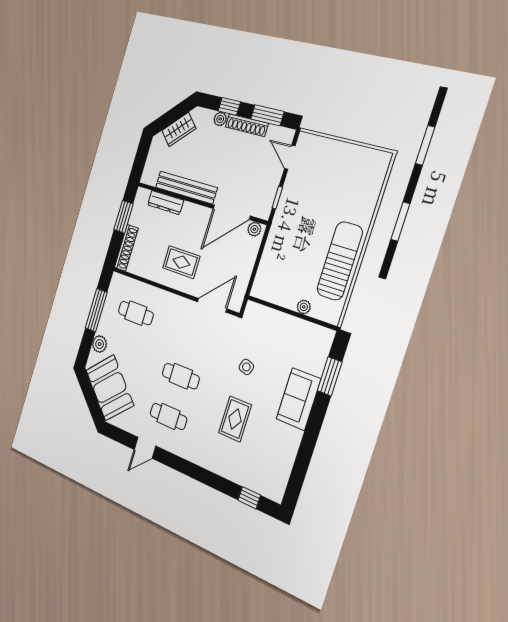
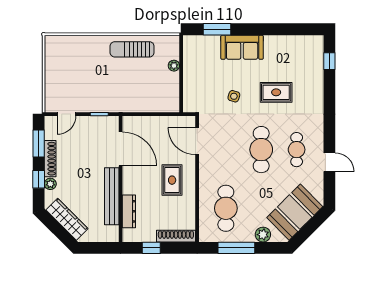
wardrobe: (179, 129) -> (67, 219), width x1.50
window: (124, 217) -> (151, 248), width x0.67
plant: (254, 229) -> (128, 125), removed
sun lounger: (340, 261) -> (132, 49), width x0.73, depth x0.75
cafe table: (136, 313) -> (226, 208), width x1.37, depth x1.35
cafe table: (181, 376) -> (261, 150), width x1.37, depth x1.35

